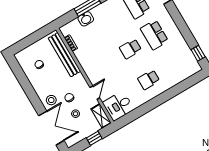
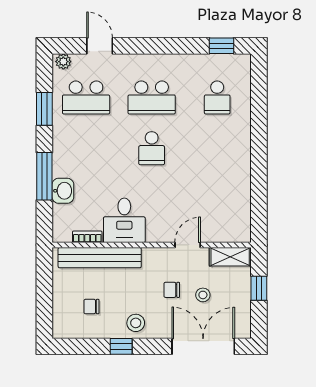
school desk: (149, 80) -> (217, 97), moved
window: (29, 90) -> (121, 346), added
door: (95, 93) -> (188, 245), hinge flipped
stool: (51, 100) -> (136, 323), moved
desk: (118, 106) -> (124, 220), moved

